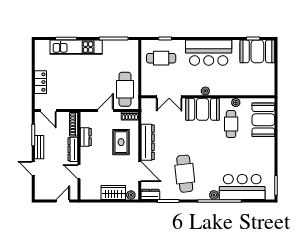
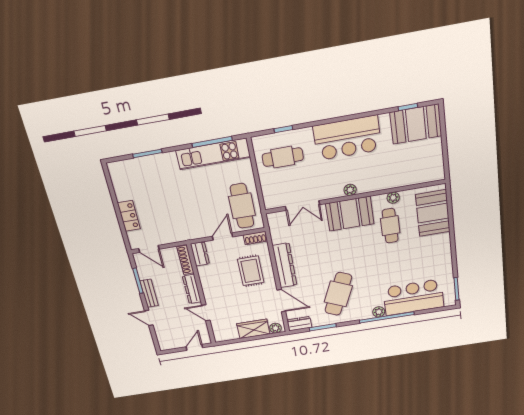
kitchen unit: (76, 47) -> (213, 154), moved
dresser: (86, 137) -> (200, 254), moved
cafe table: (185, 174) -> (338, 294), turned 30

